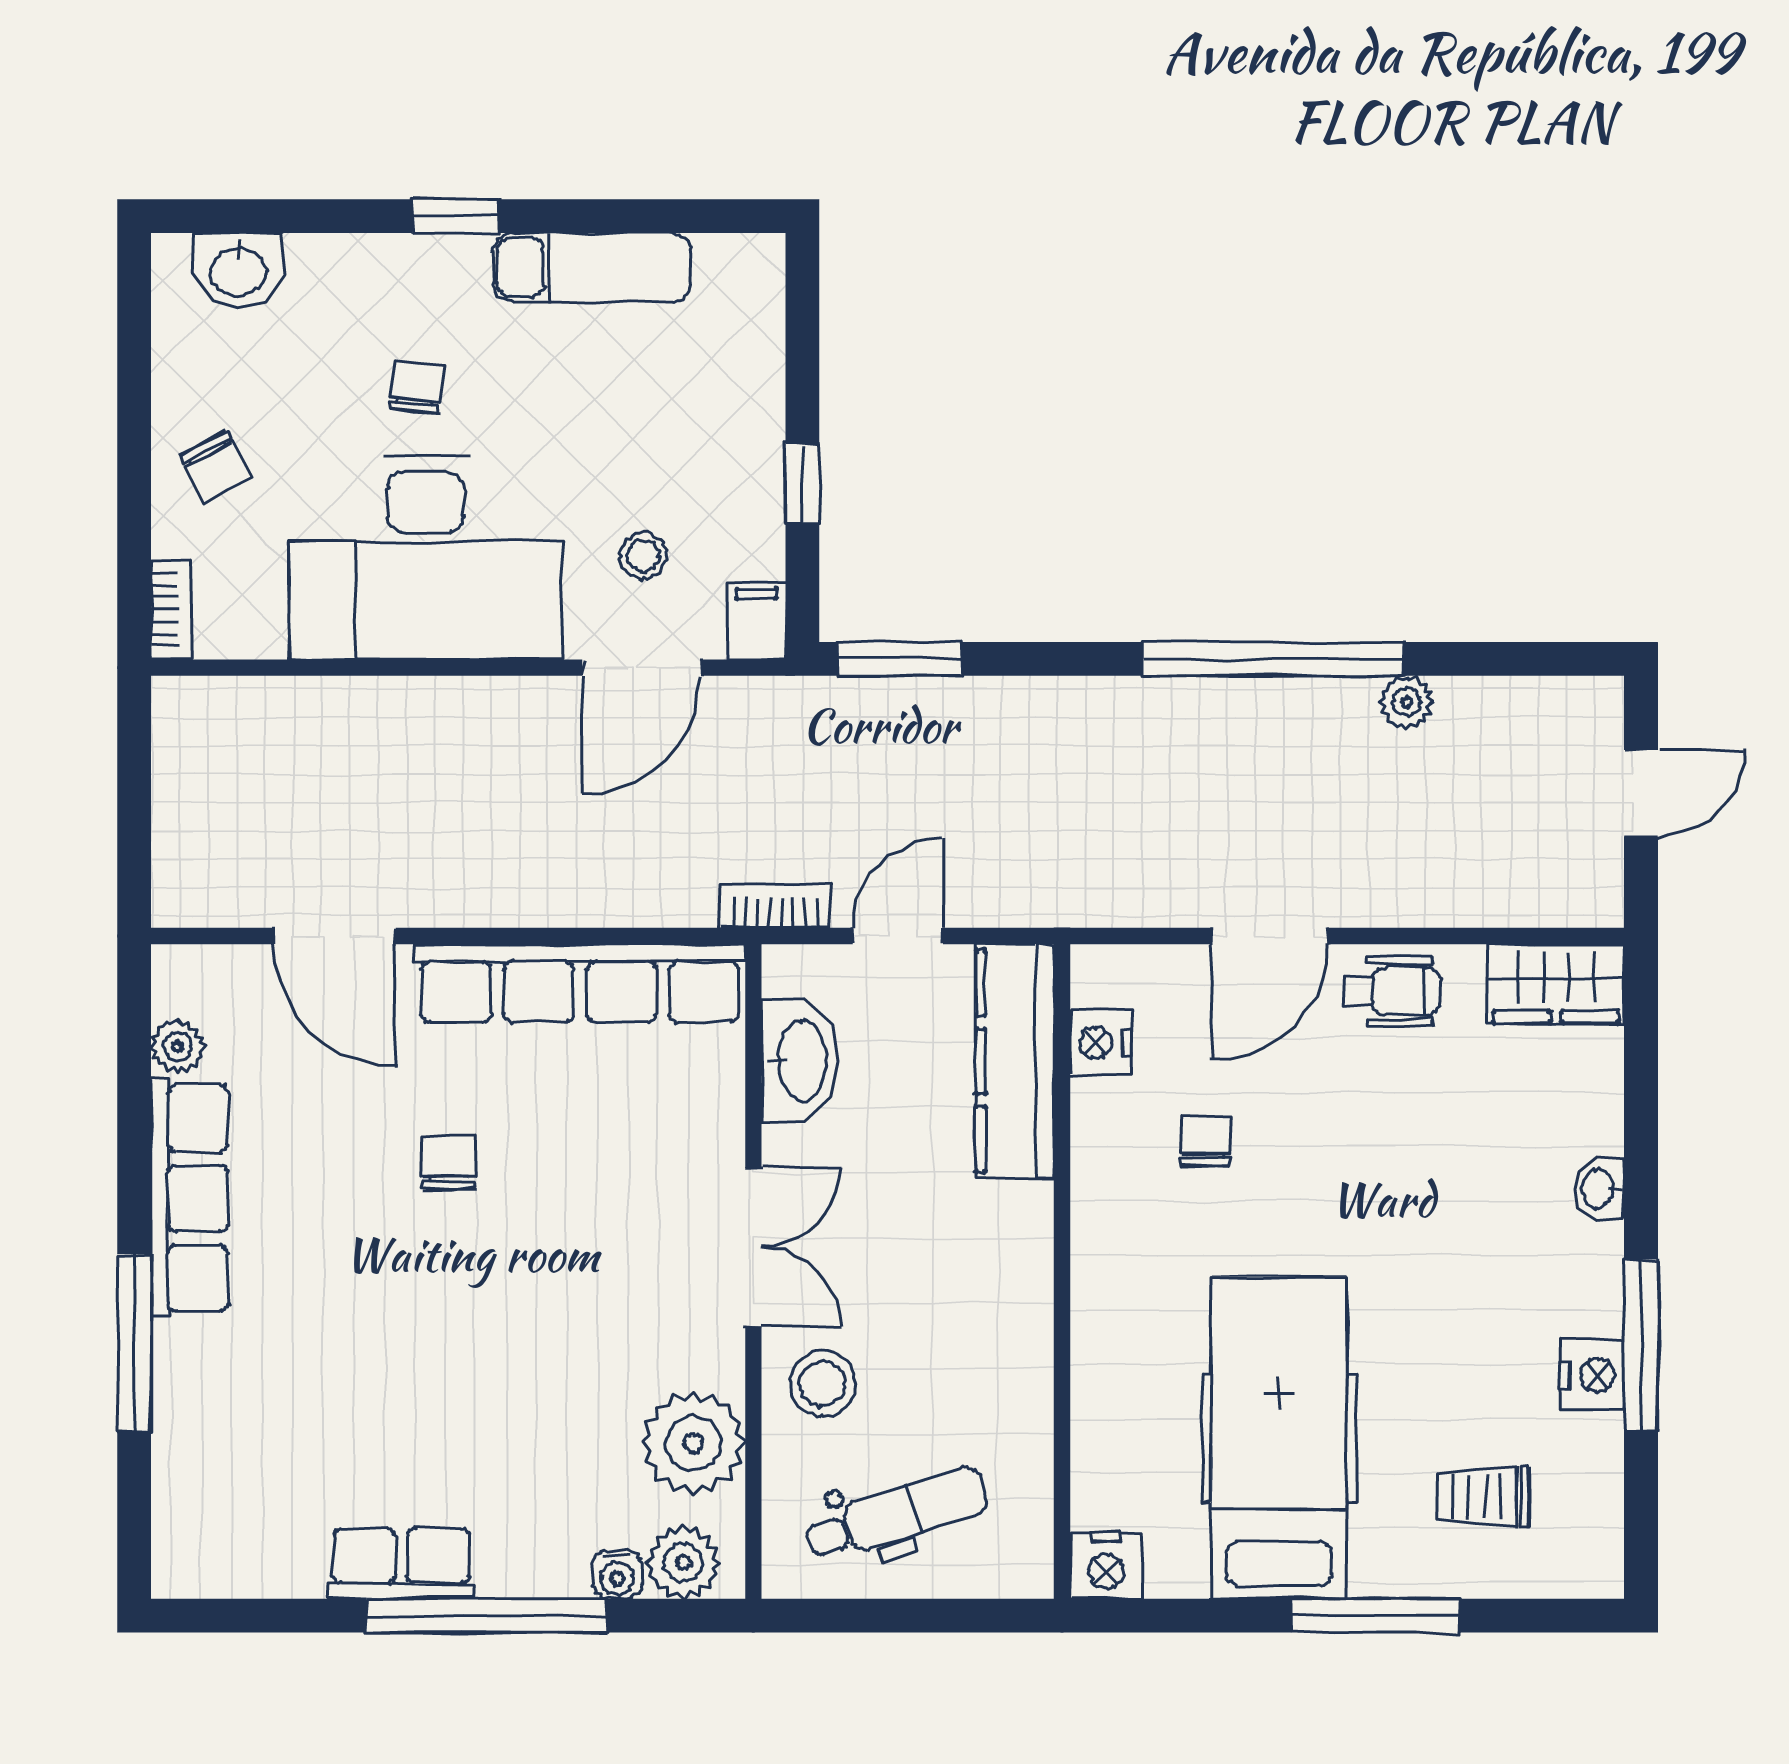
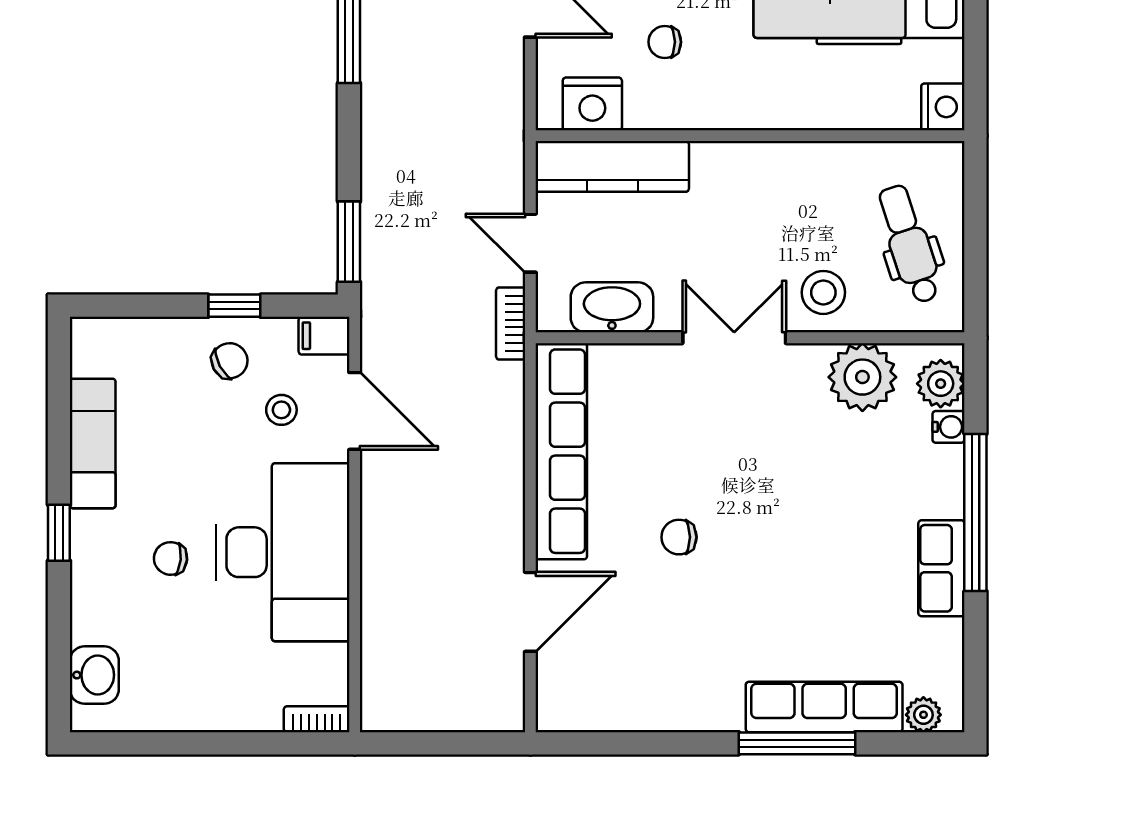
chair: (215, 467) -> (230, 361), moved
nightstand: (1101, 1043) -> (592, 104), width x1.36, depth x1.33
plant: (178, 1047) -> (923, 715), moved
row of seats: (190, 1198) -> (824, 707), moved

